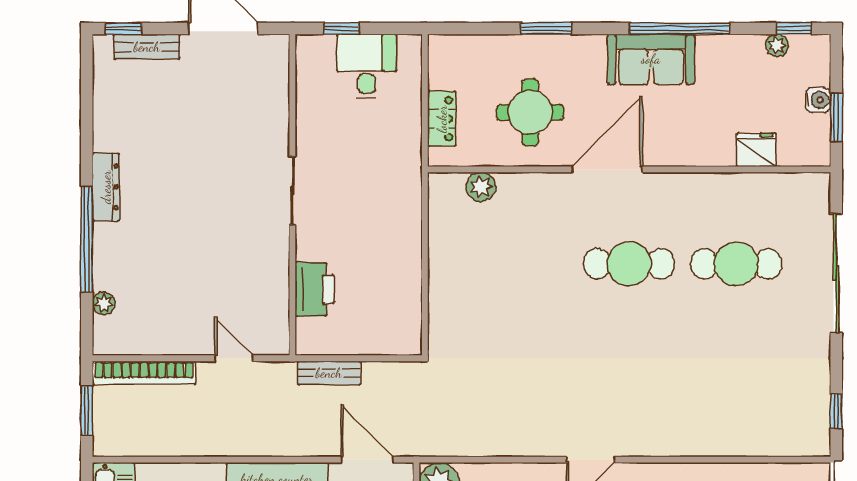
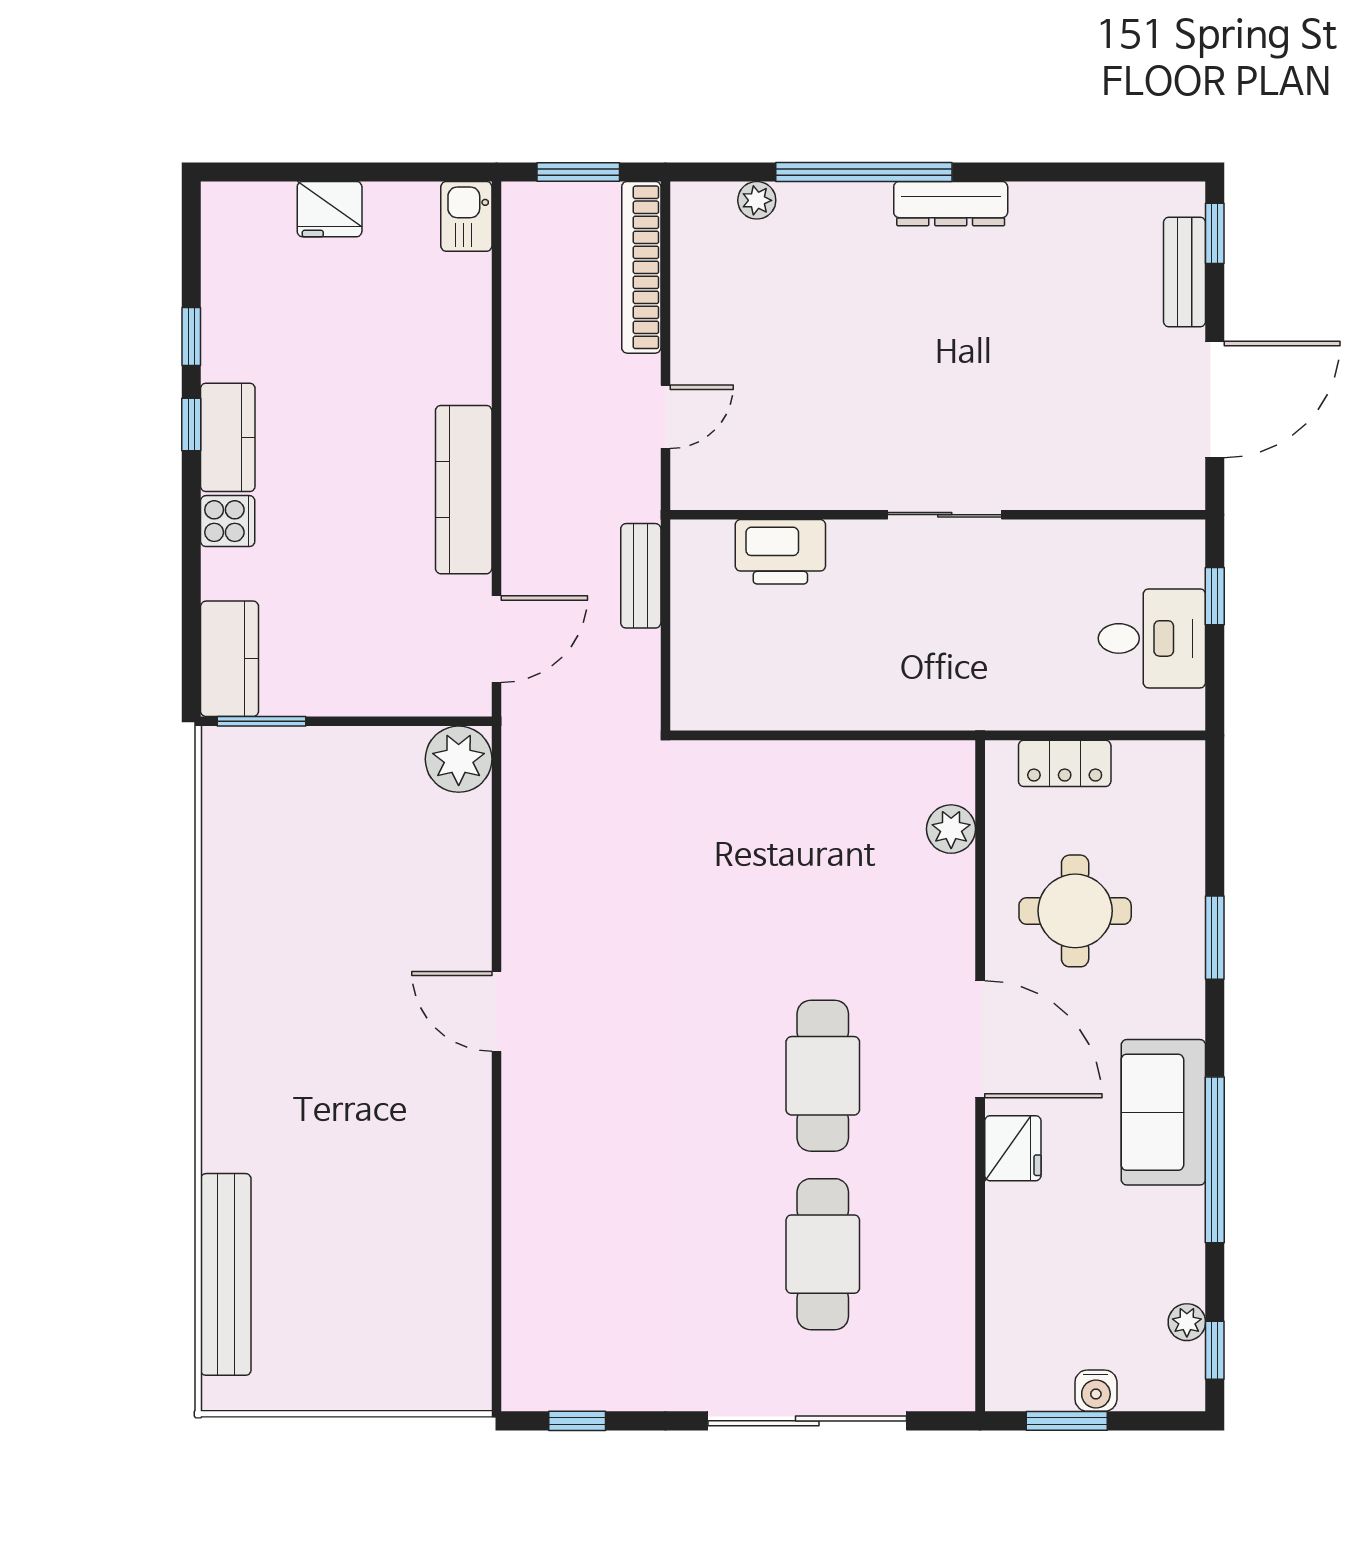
fridge: (756, 150) -> (1013, 1148), moved

